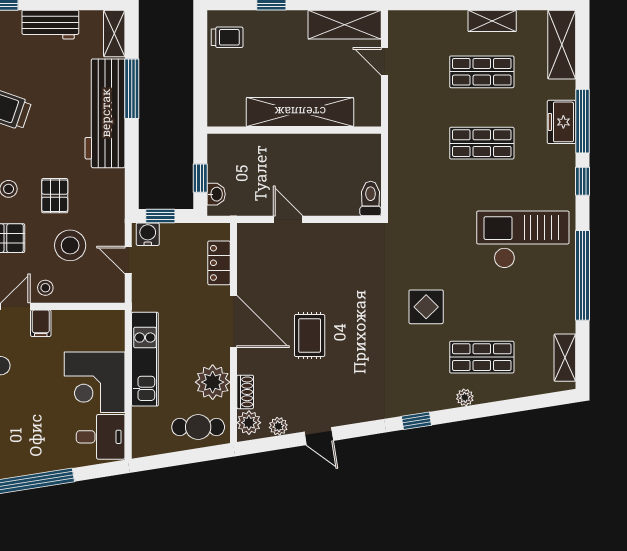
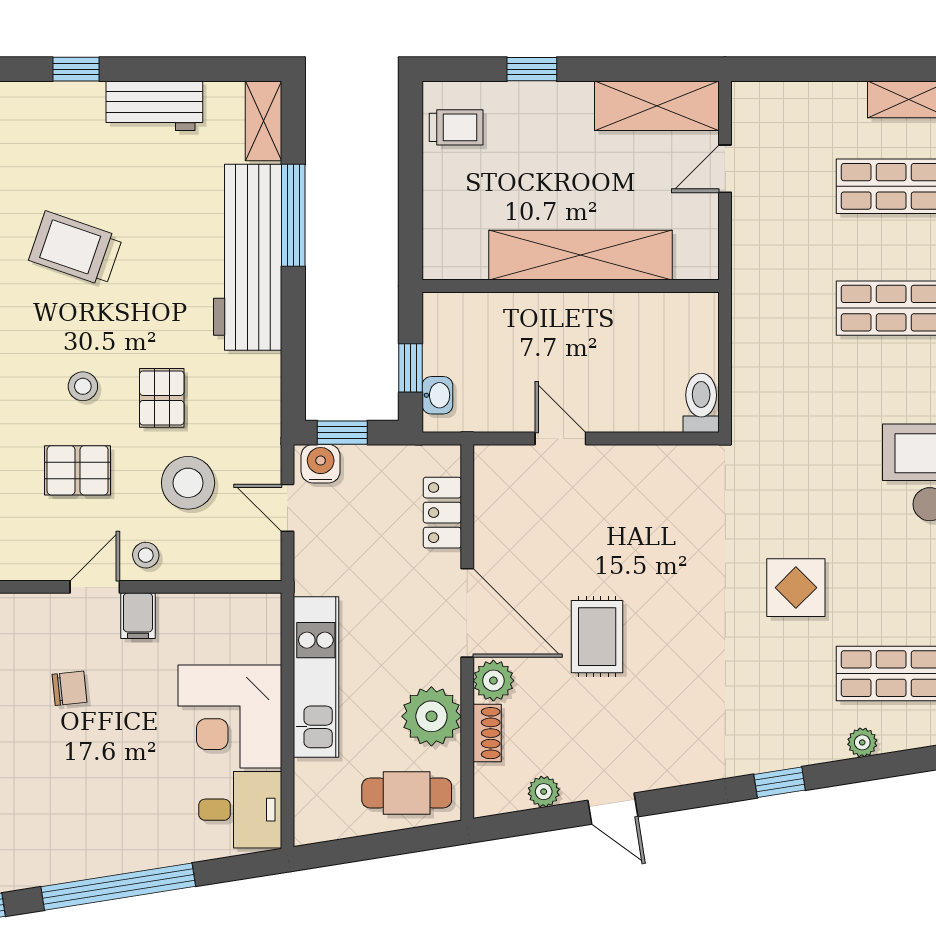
door: (385, 61) -> (725, 169), hinge flipped
plant: (249, 423) -> (493, 681), moved

